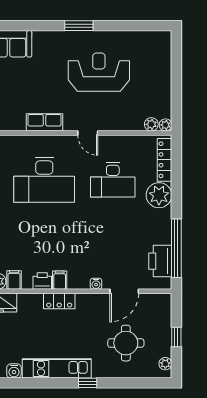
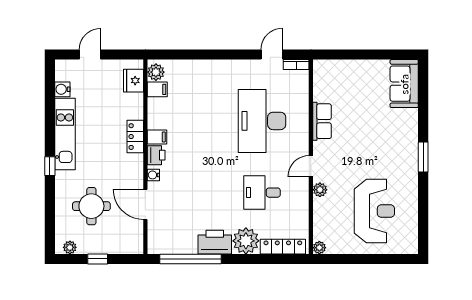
reception desk: (99, 72) -> (374, 211), moved
plant: (151, 124) -> (320, 190), moved
desk: (113, 180) -> (262, 193), width x0.73
printer: (160, 261) -> (215, 242), moved
printer: (42, 281) -> (156, 155), moved

